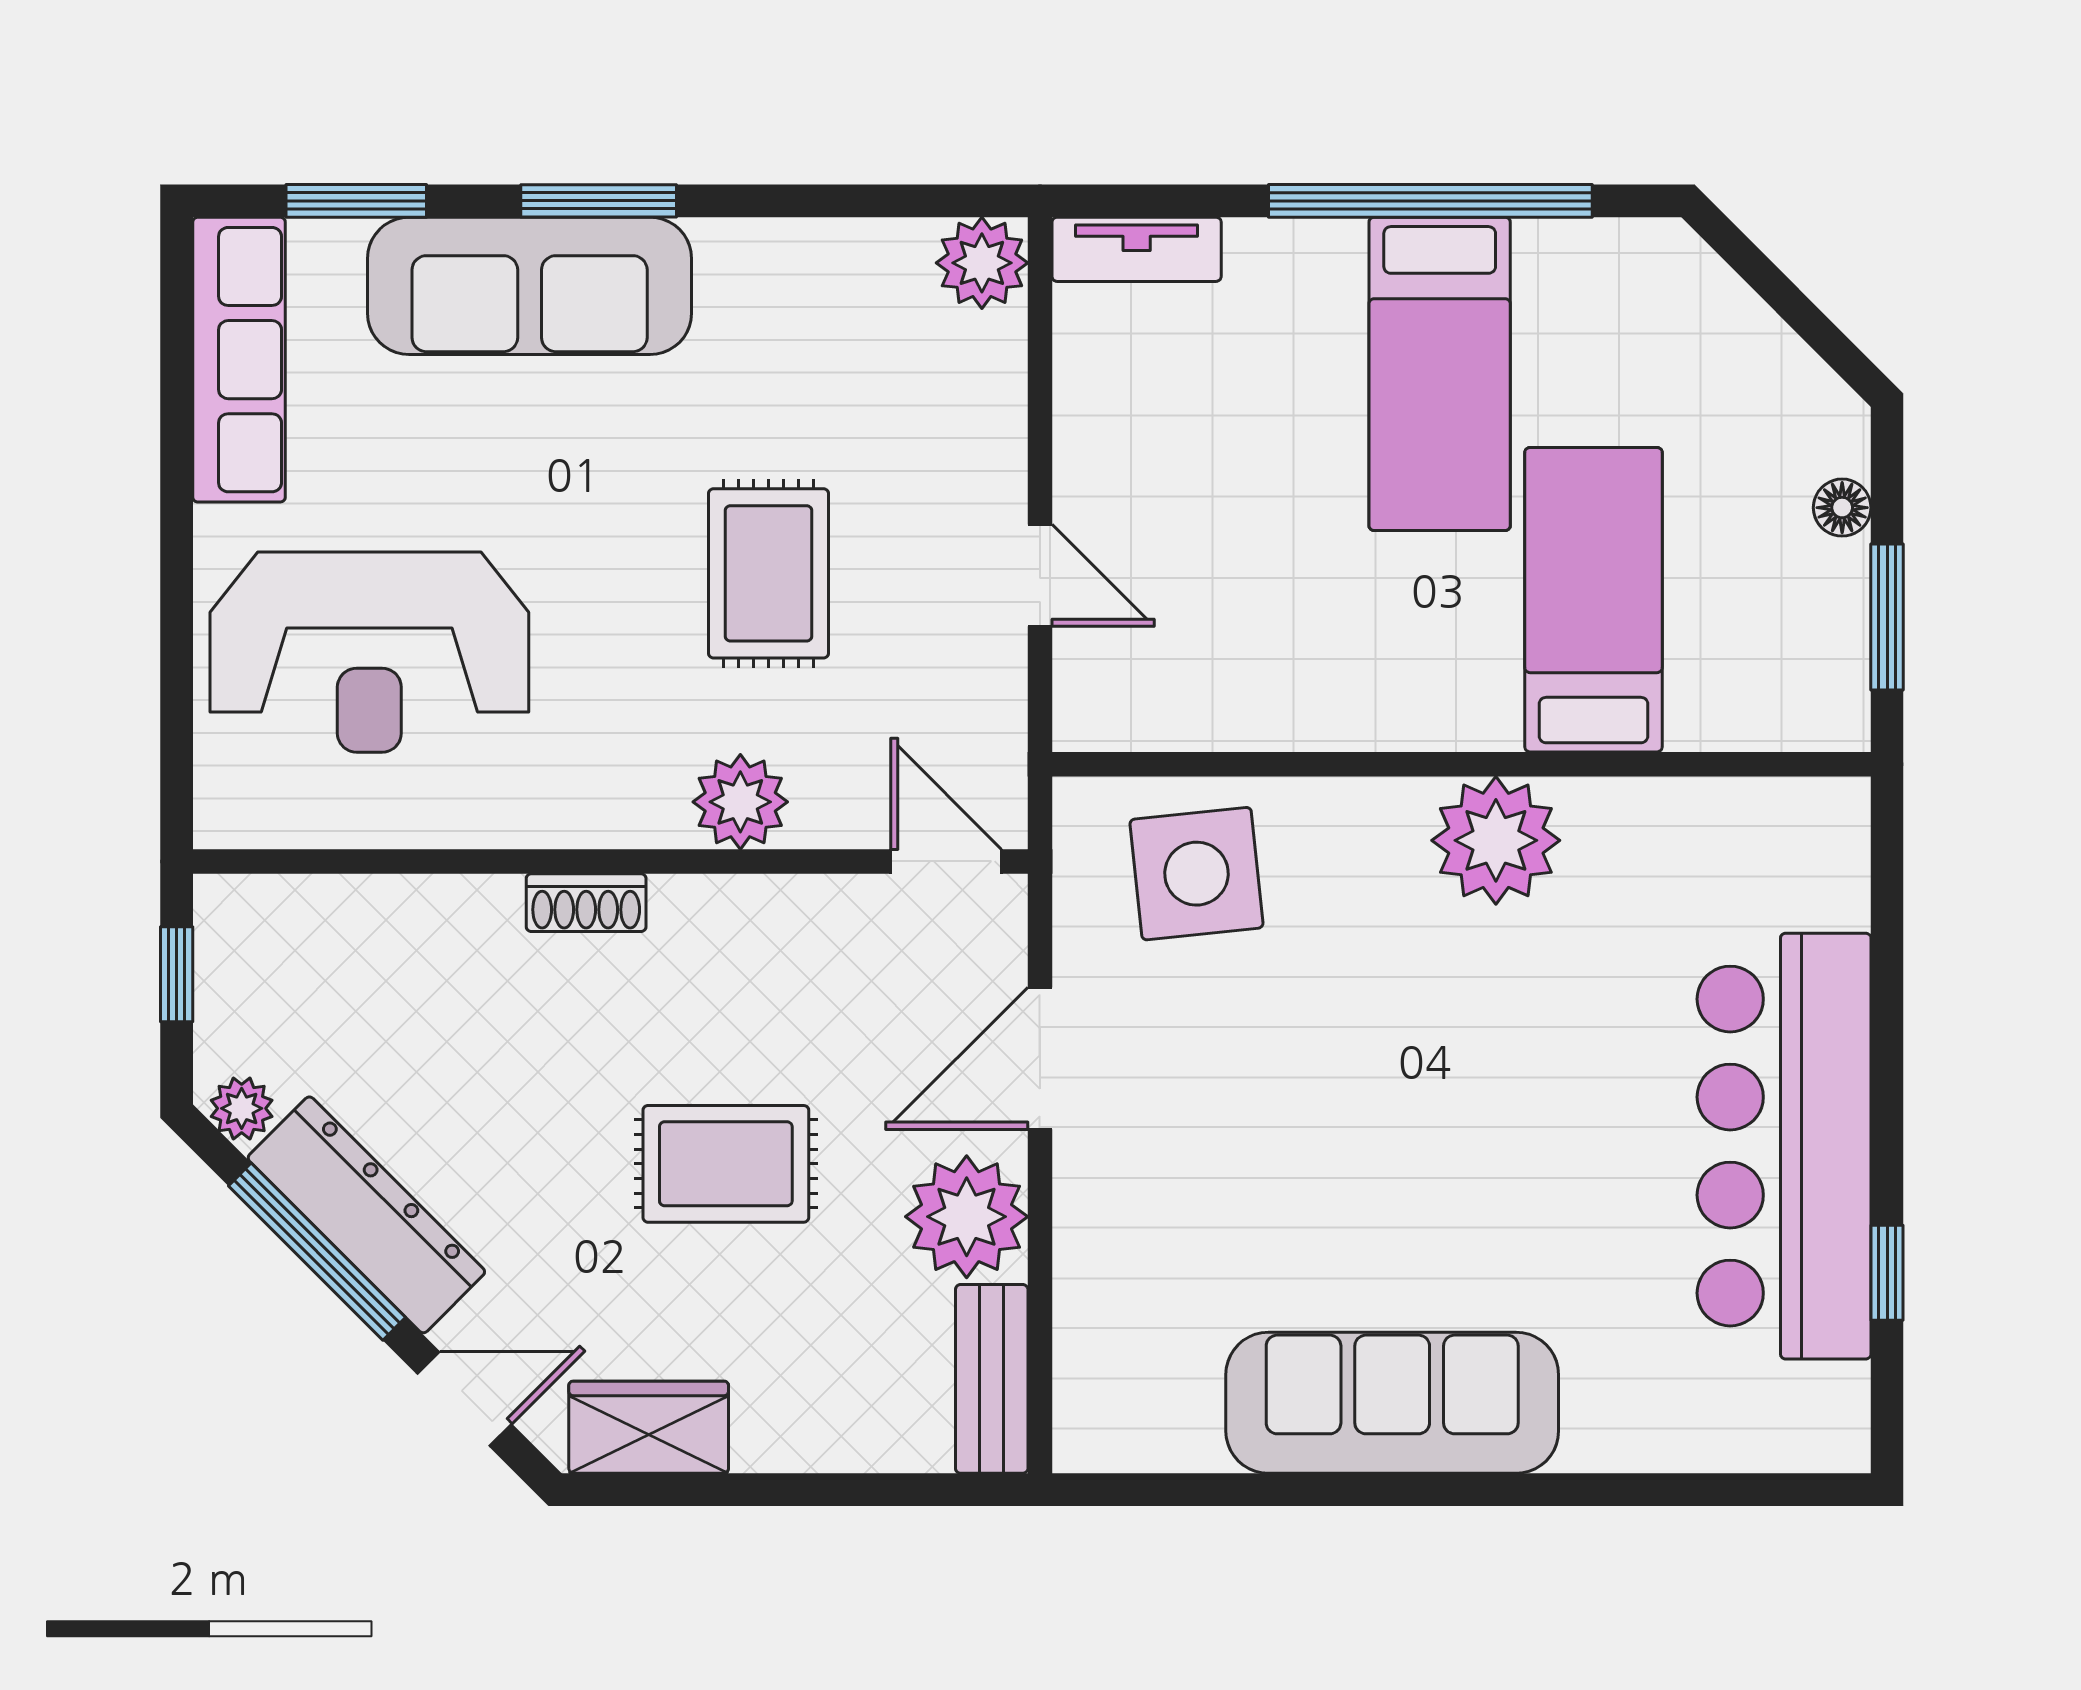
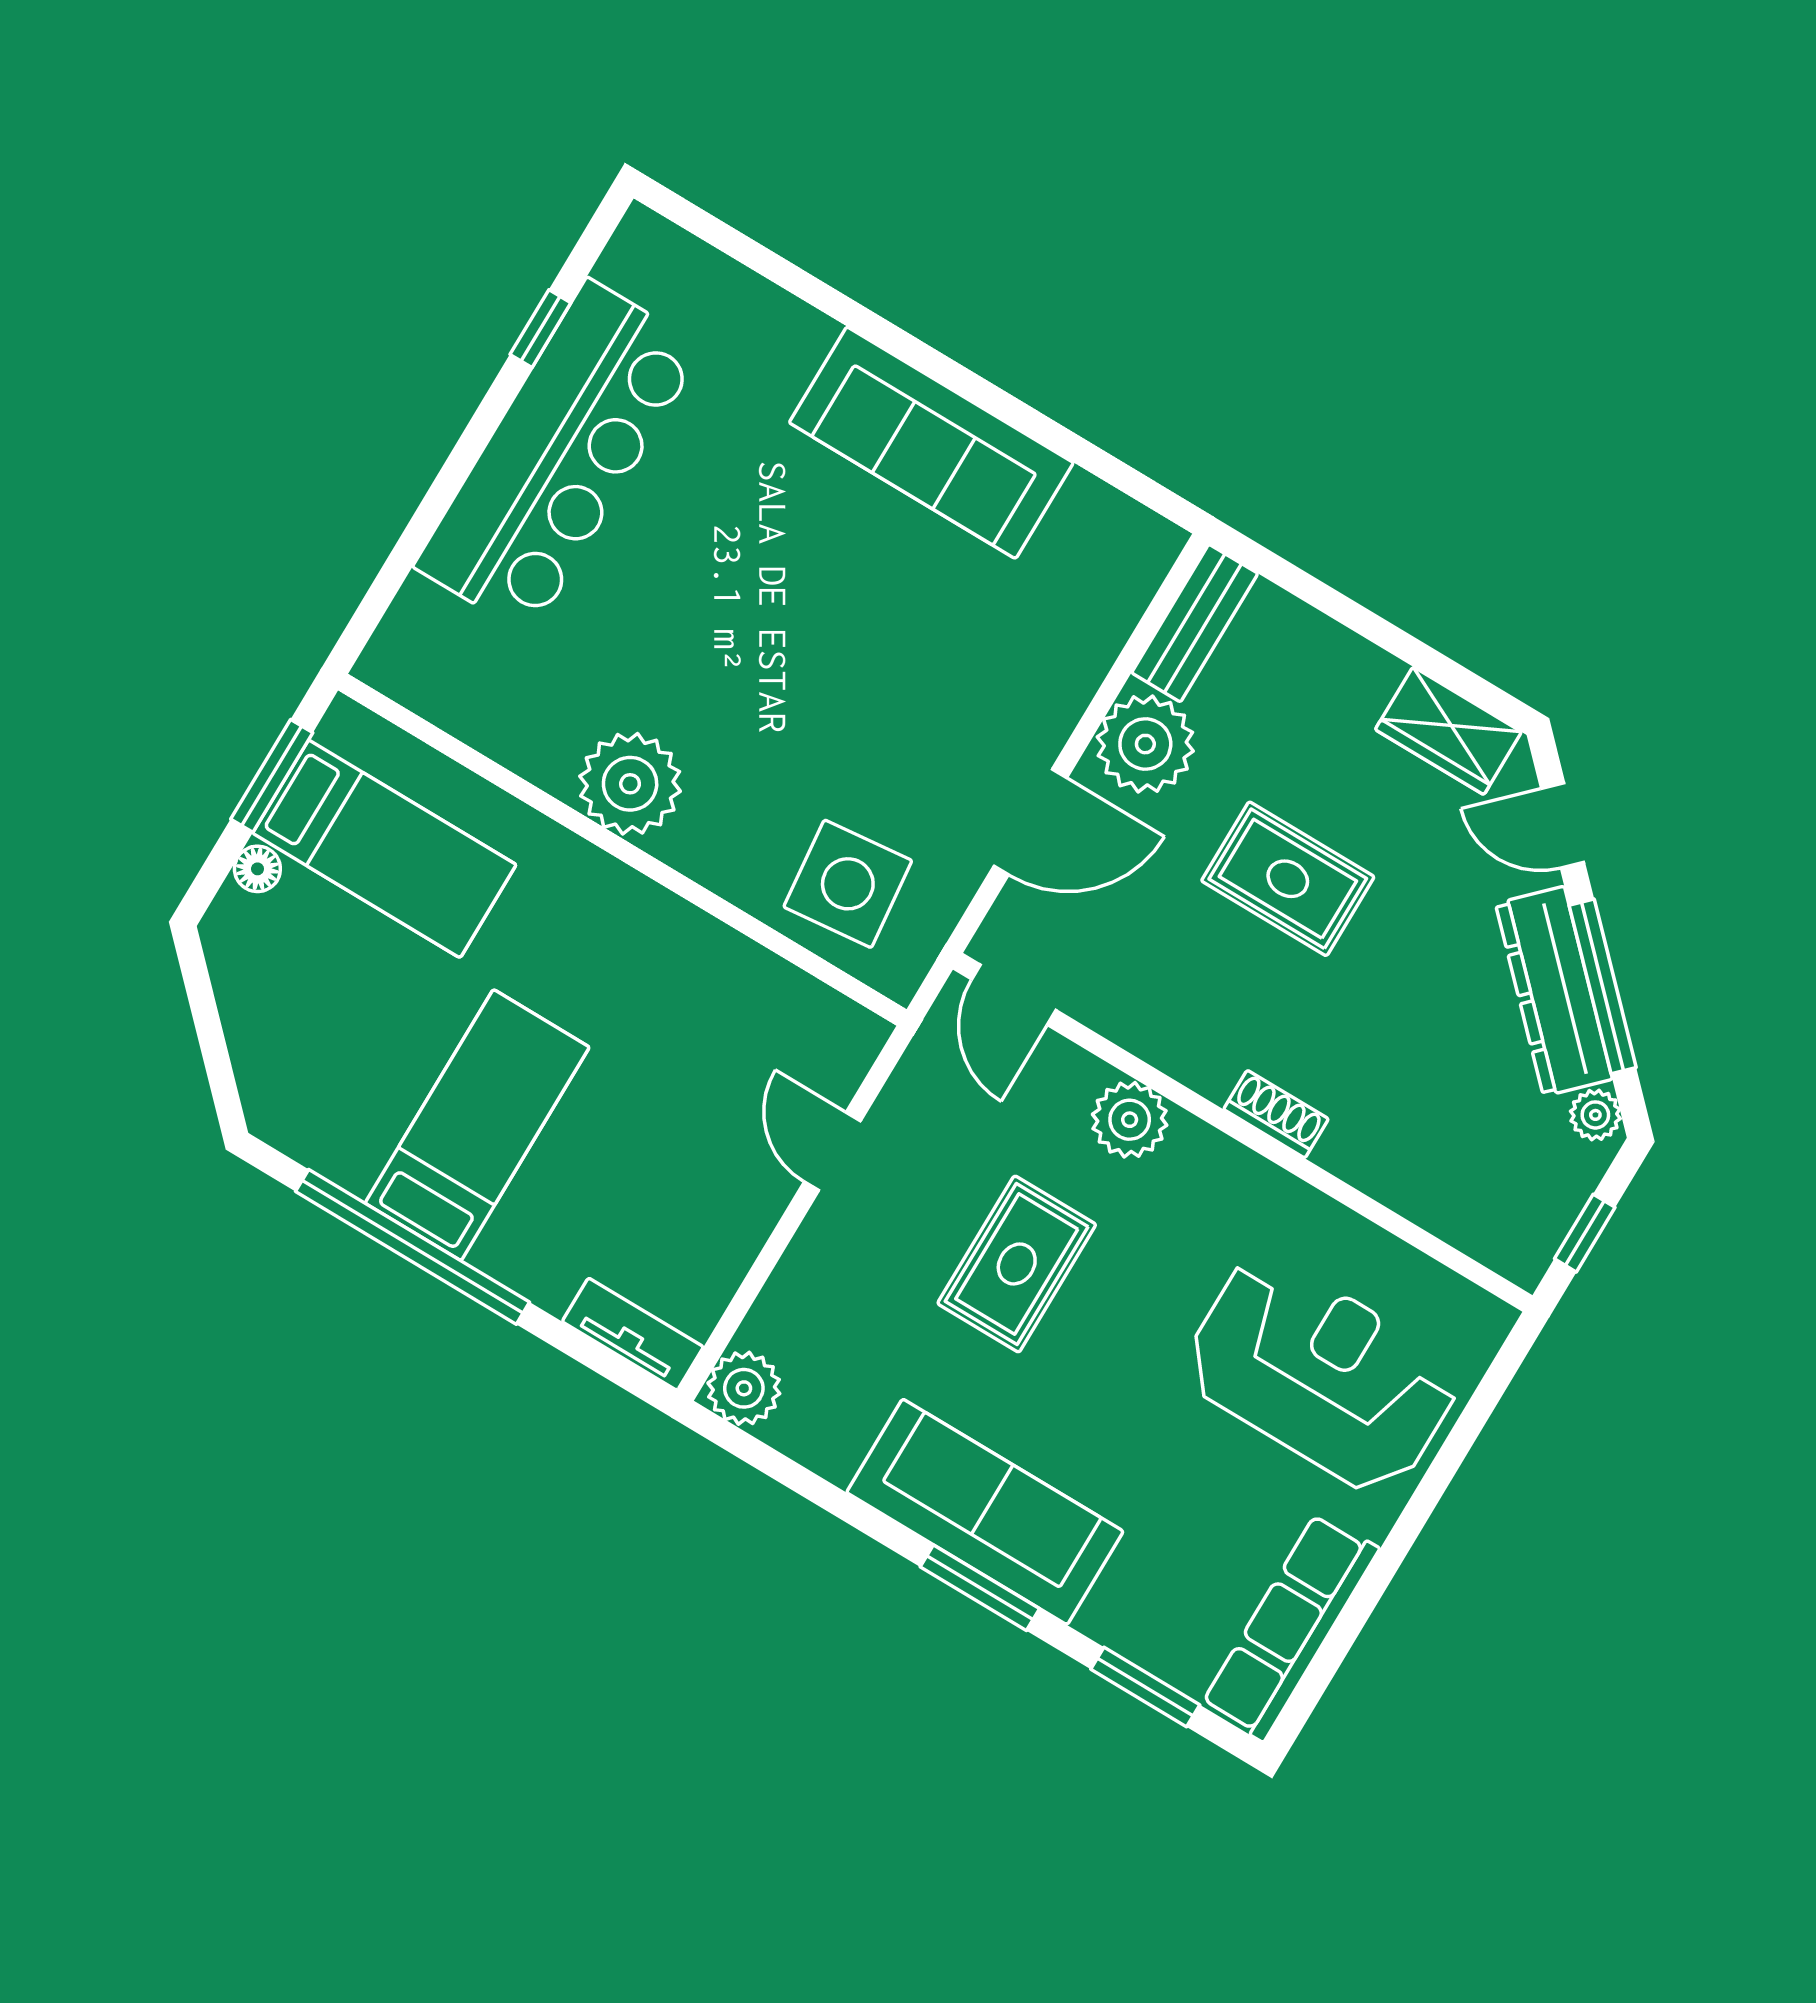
sofa: (530, 286) -> (985, 1512), moved
bed: (1593, 600) -> (384, 849), moved, turned -90

